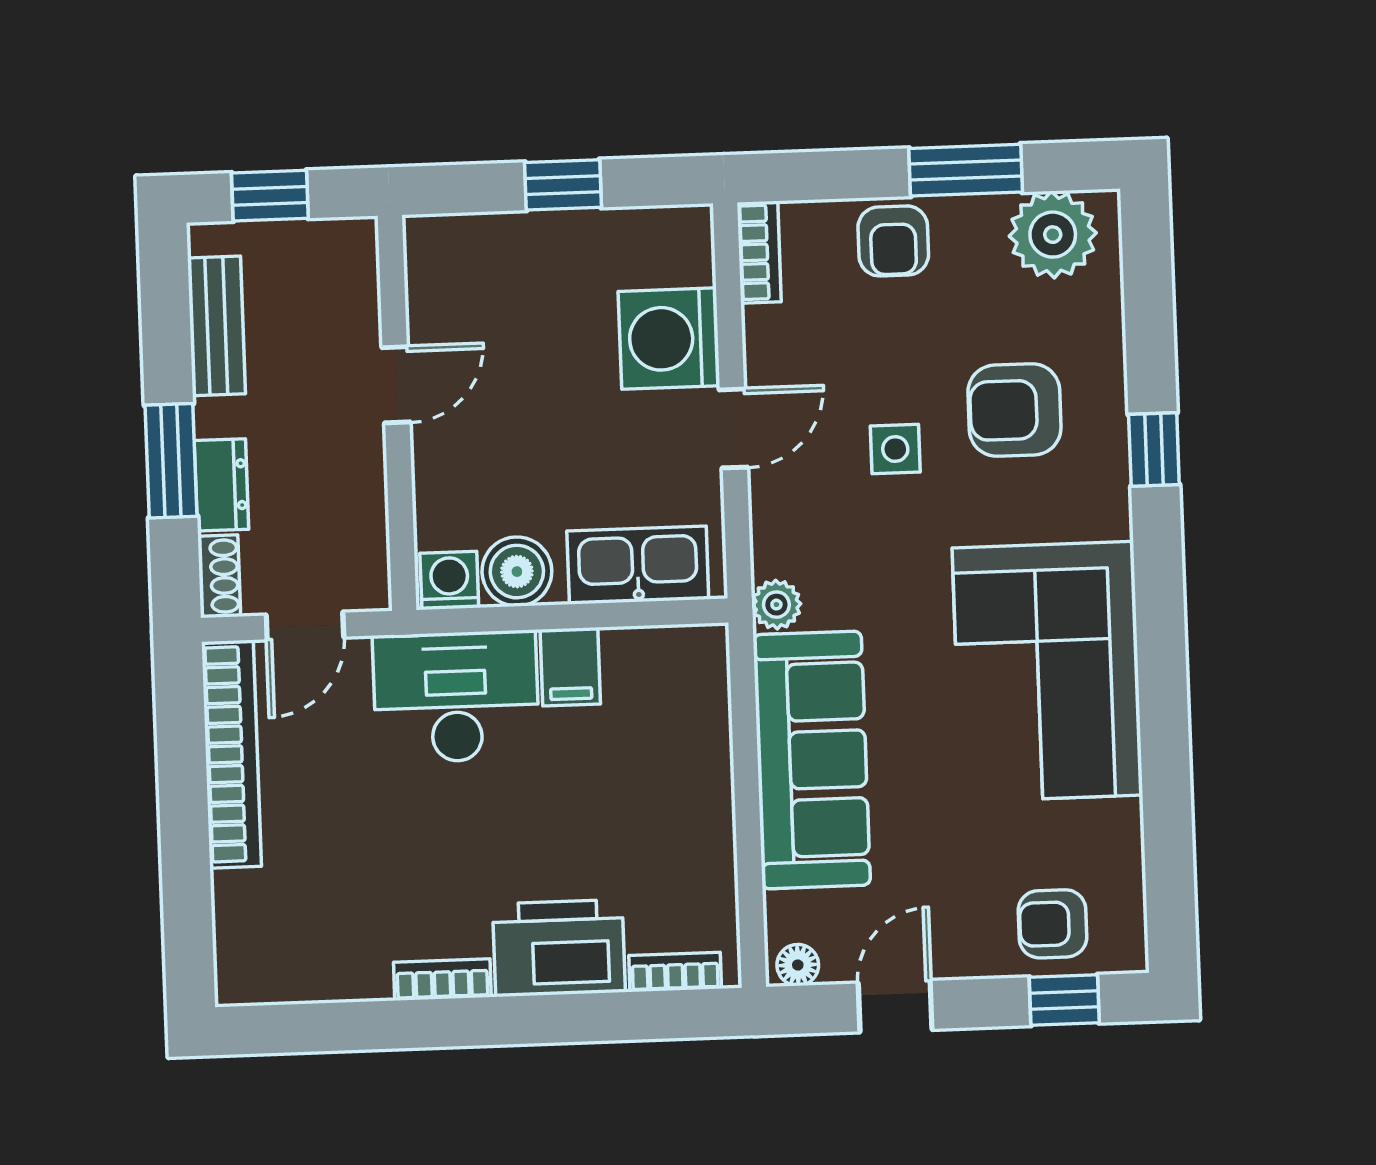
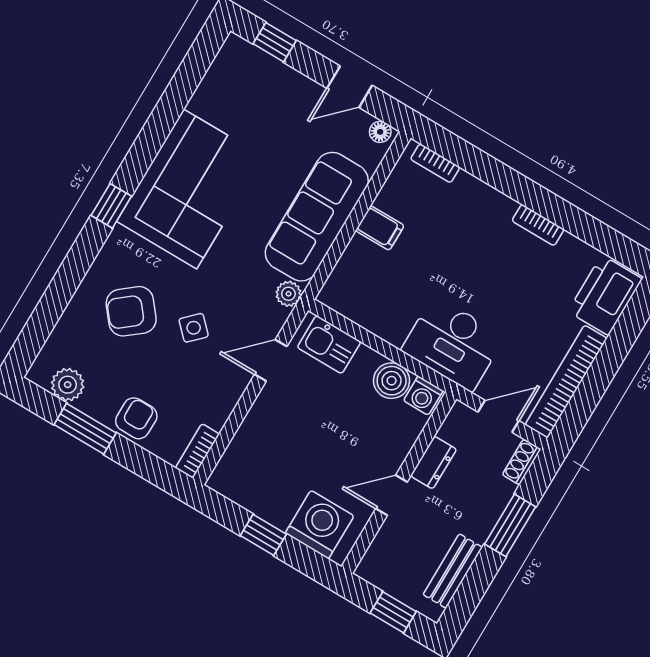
plant: (1053, 235) -> (68, 385), width x0.73, depth x0.73
washing machine: (669, 339) -> (320, 525), moved, turned -90
armchair: (1014, 410) -> (131, 311), turned 141
door: (733, 428) -> (271, 360), moved
side table: (895, 449) -> (194, 328), turned 45
window: (1154, 450) -> (111, 206), moved
dresser: (221, 485) -> (434, 463), moved, turned 180
kitchen sink: (638, 565) -> (329, 345), width x0.73
filing cabinet: (570, 667) -> (380, 228), moved, turned 90
armchair: (1052, 924) -> (258, 78), removed
printer: (559, 948) -> (605, 295), moved, turned 90

